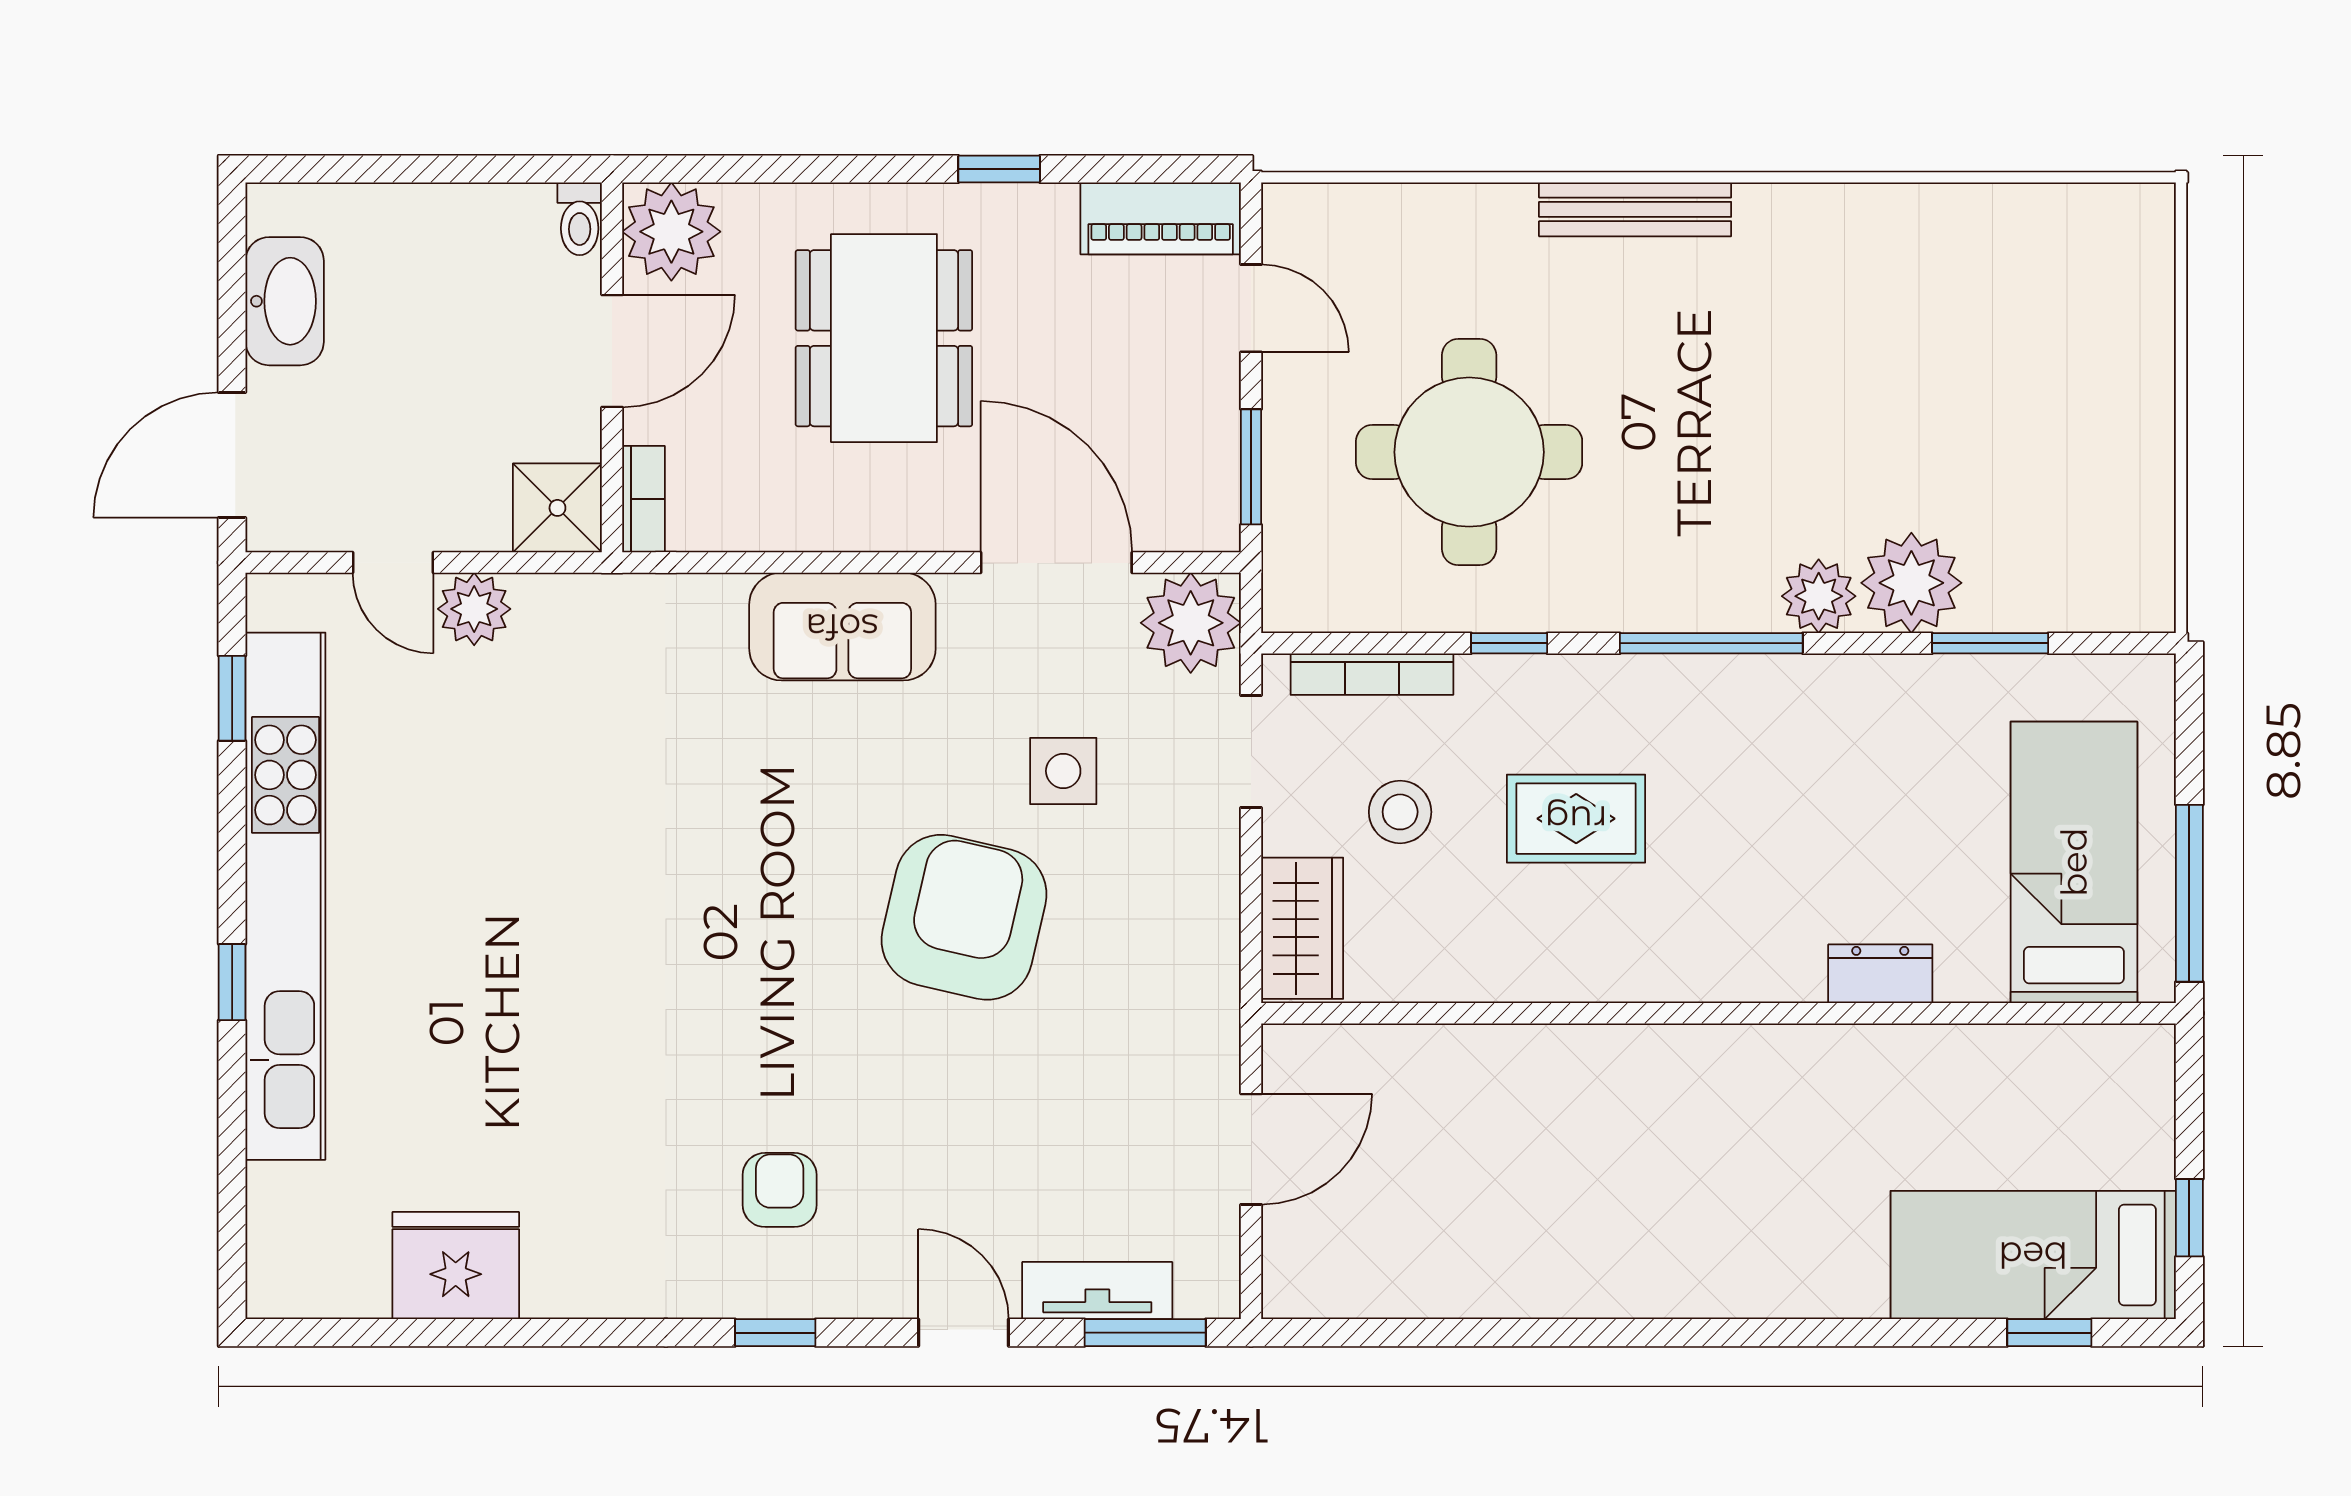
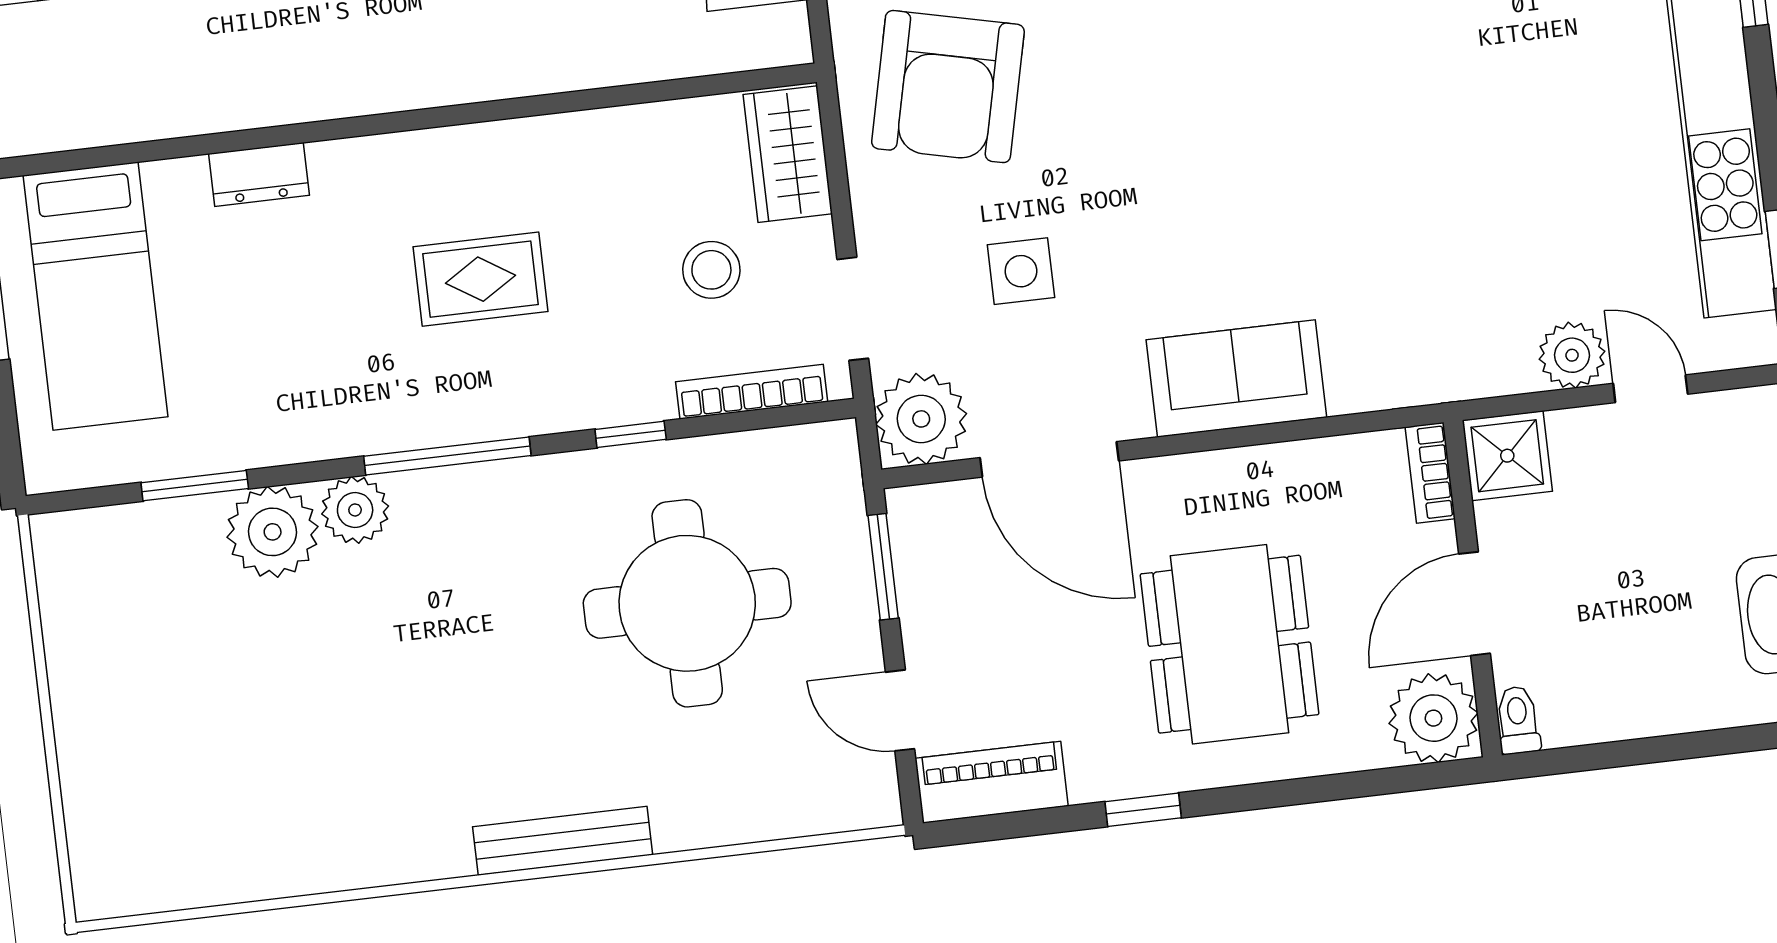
rug: (1576, 819) -> (481, 279), moved
armchair: (964, 917) -> (948, 87), moved

